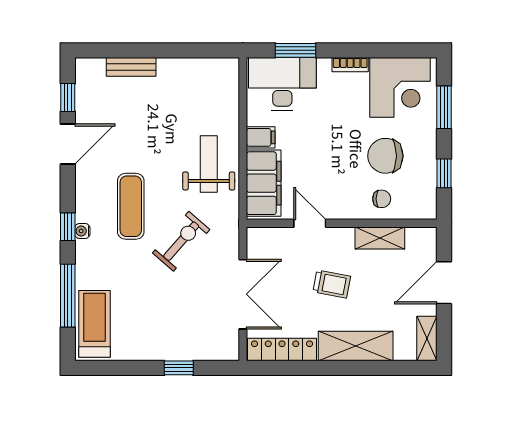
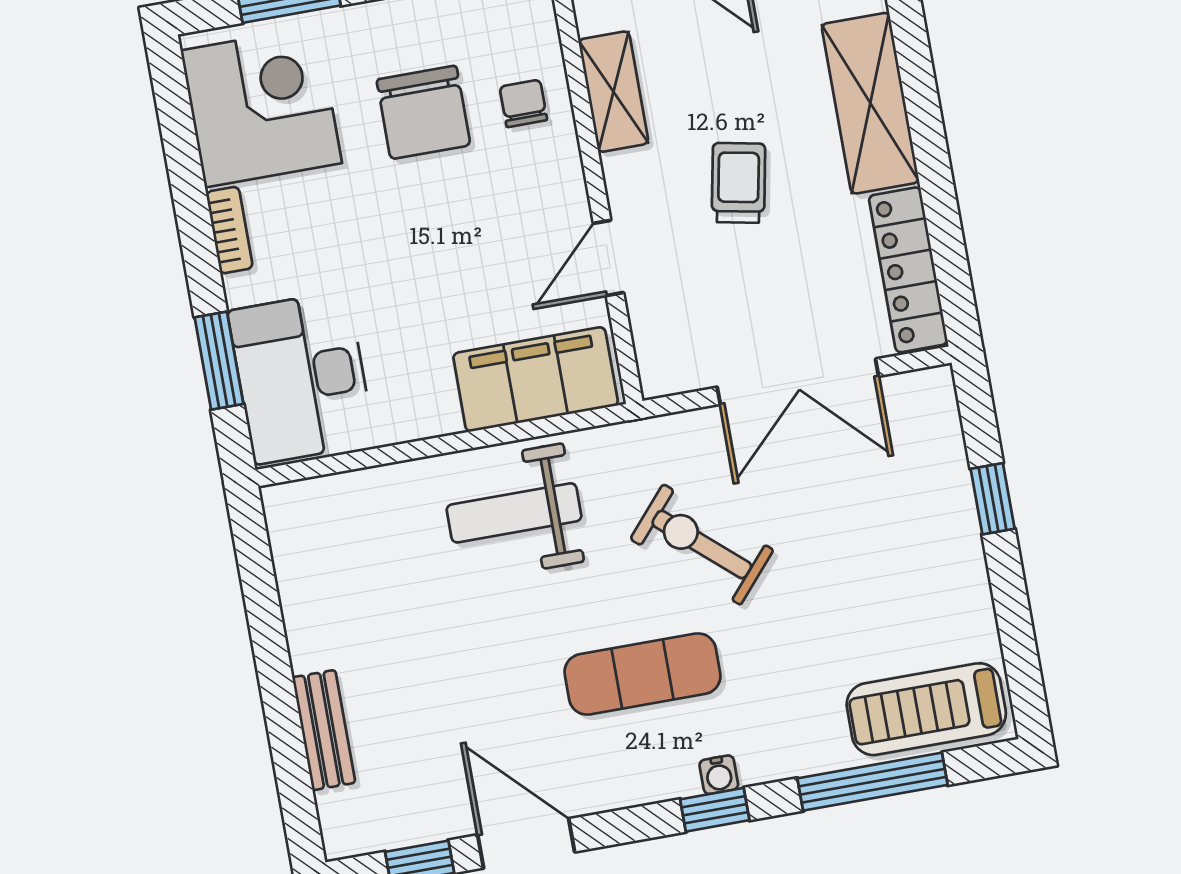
filing cabinet: (261, 137) -> (432, 405), removed
double door: (243, 294) -> (798, 382), swing flipped

